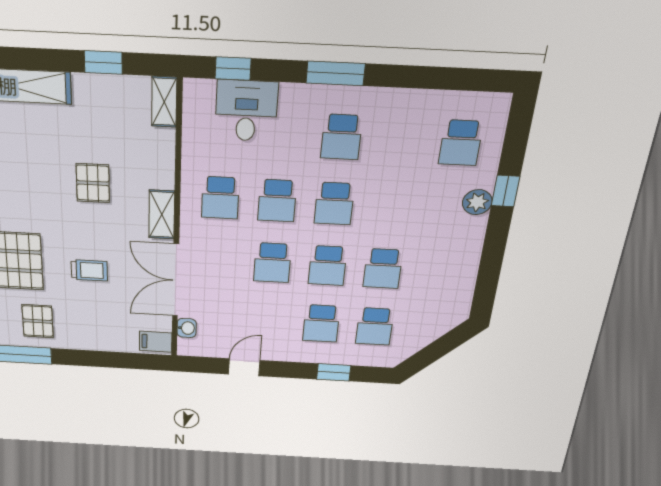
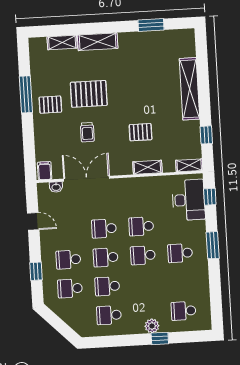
desk: (246, 111) -> (189, 200), width x1.37
school desk: (220, 198) -> (109, 315), moved
shelving: (162, 215) -> (147, 167), moved

